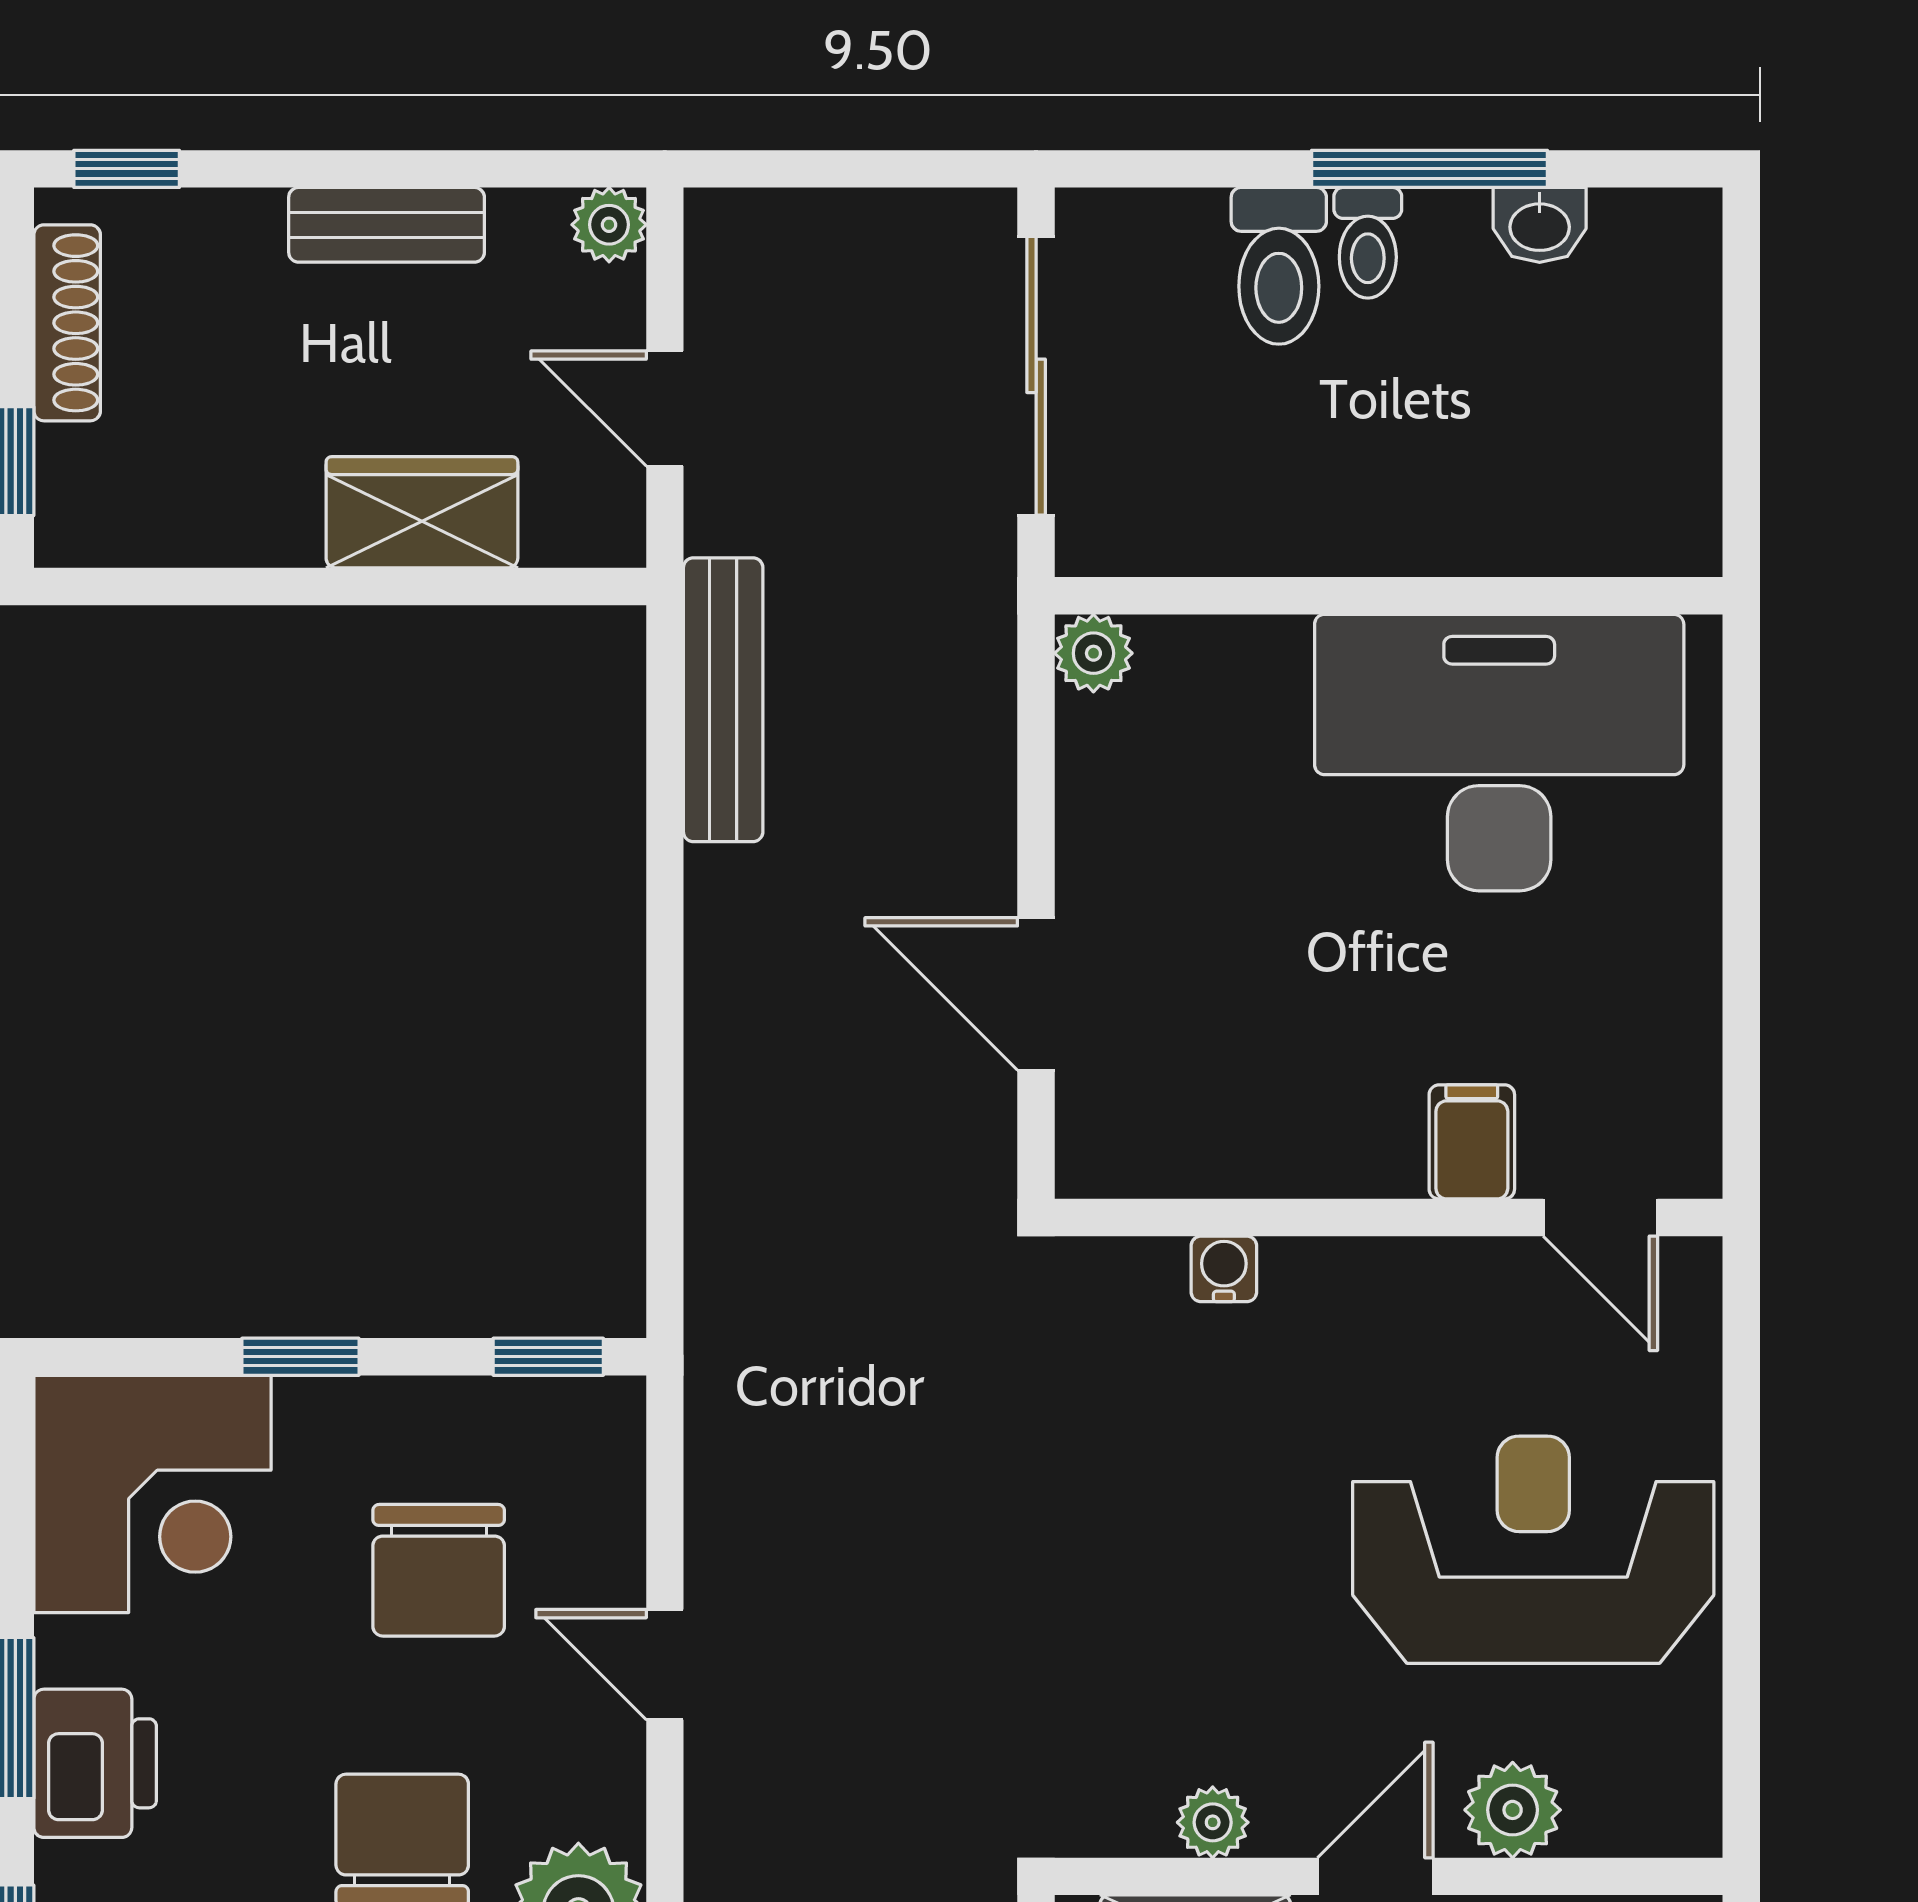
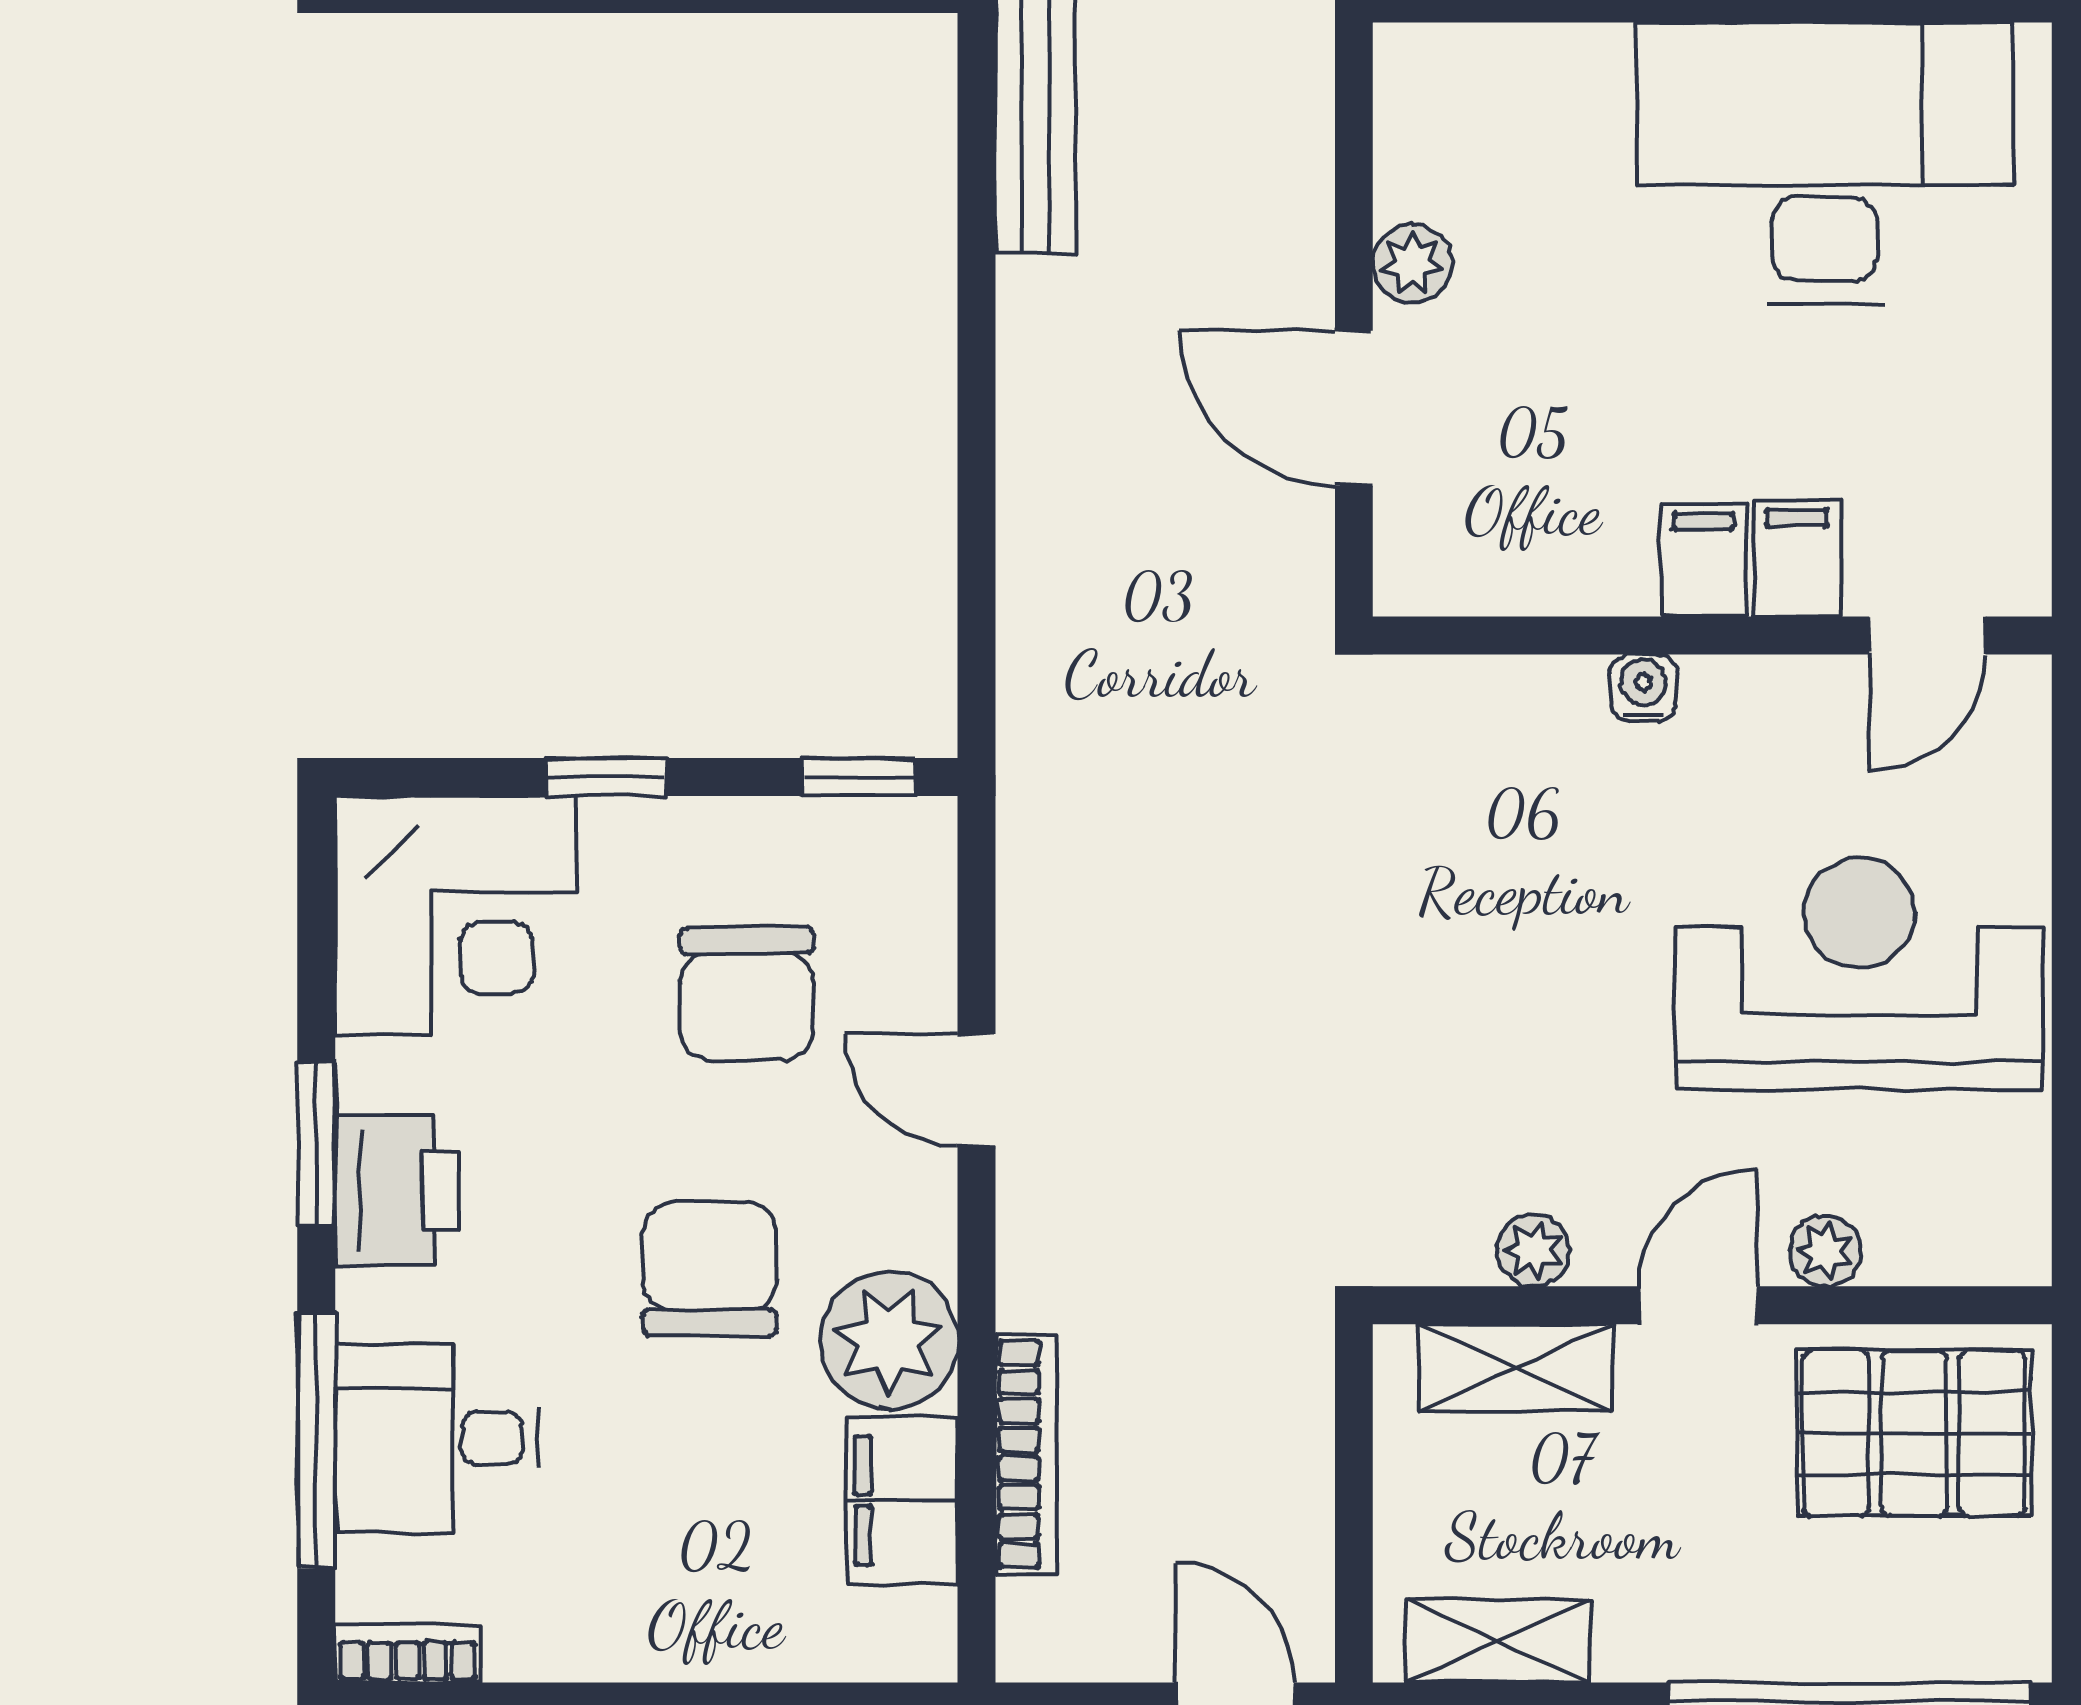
plant: (1093, 653) -> (1412, 263), moved
filing cabinet: (1380, 1144) -> (1704, 560), added
door: (1600, 1218) -> (1927, 636), hinge flipped
water cooler: (1224, 1269) -> (1643, 688), moved
plant: (1513, 1810) -> (1825, 1251), width x0.73, depth x0.73

